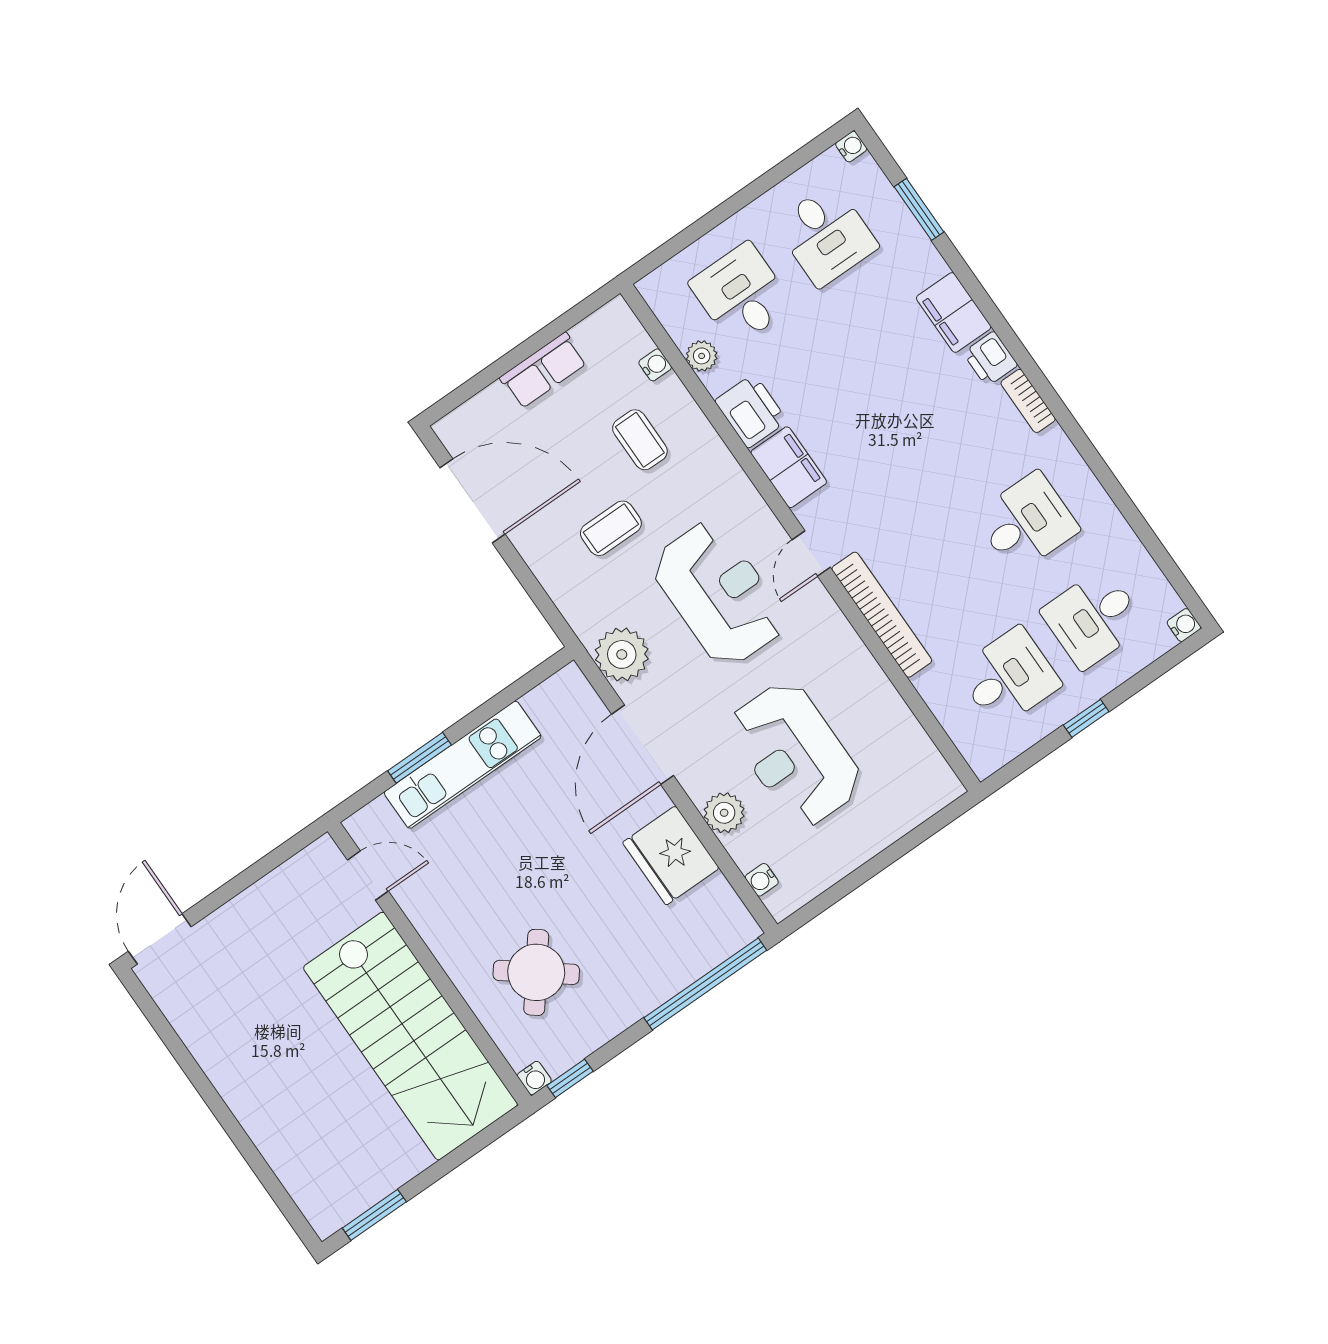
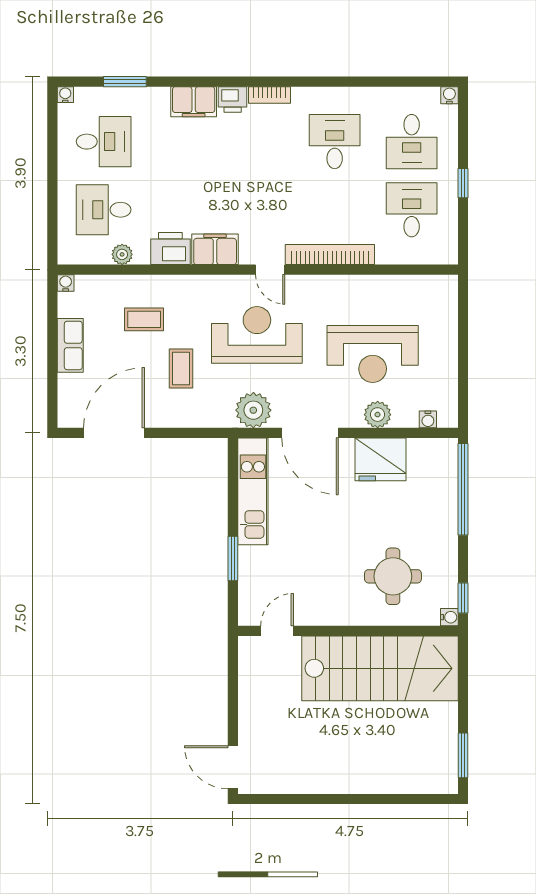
water cooler: (655, 365) -> (66, 283), moved
kitchen unit: (463, 765) -> (253, 491), moved
round table: (536, 972) -> (393, 576), turned -38

